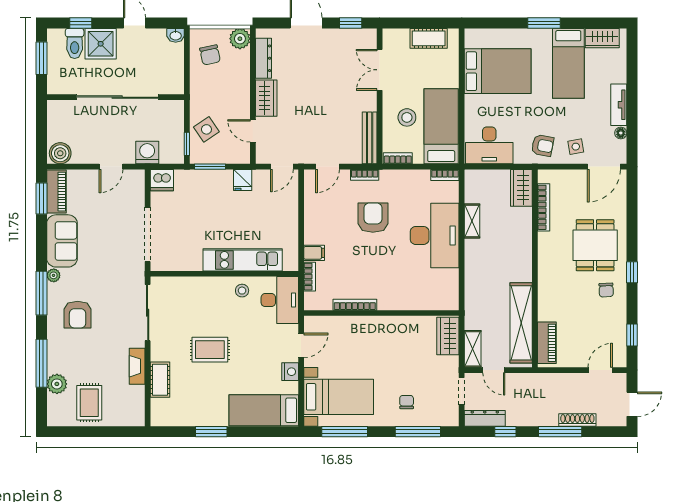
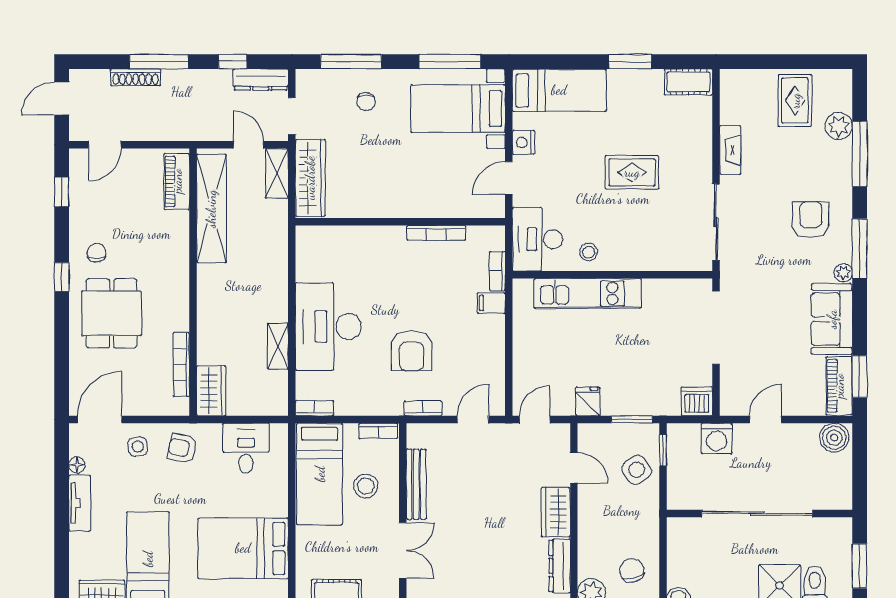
bench: (370, 138) -> (416, 484), moved
desk: (489, 145) -> (246, 448), width x0.73
wardrobe: (448, 336) -> (310, 178), width x1.50
cot: (160, 380) -> (688, 82), moved, turned 90

